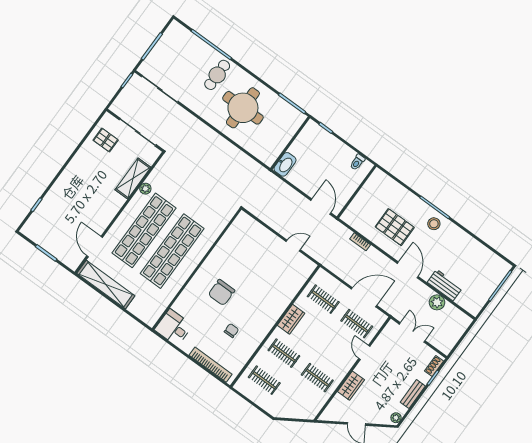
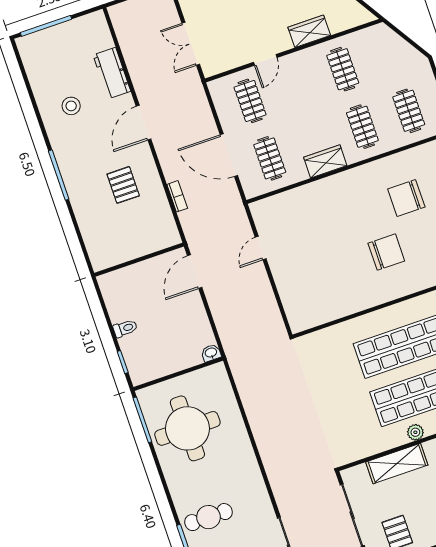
round table: (243, 108) -> (187, 428), moved
toilet: (357, 162) -> (125, 328), moved
washbasin: (285, 164) -> (211, 353), width x0.52, depth x0.69
plant: (145, 189) -> (415, 432), moved
stool: (434, 224) -> (71, 106), moved
pallet: (395, 227) -> (123, 185), width x0.67, depth x0.71
door: (293, 246) -> (261, 248), hinge flipped
door: (364, 297) -> (229, 155), moved
plant: (437, 302) -> (136, 59), removed
chair: (231, 331) -> (406, 198), width x1.87, depth x1.87

